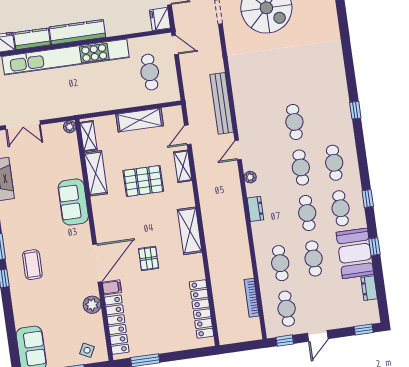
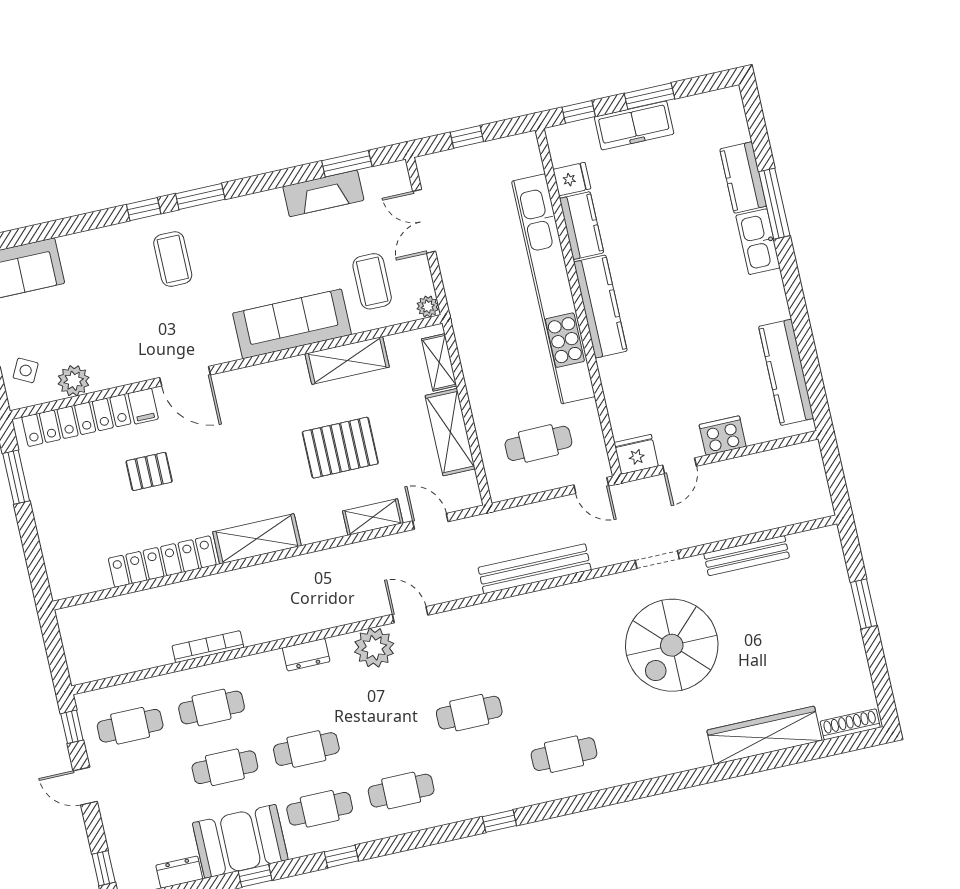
door: (175, 45) -> (591, 485), hinge flipped
bench: (222, 103) -> (535, 569), moved
shelving: (88, 136) -> (439, 362), moved, turned 90
coffee table: (53, 156) -> (372, 281), added
cafe table: (301, 167) -> (564, 754), moved
plant: (250, 177) -> (374, 648), width x1.87, depth x1.87
pallet: (143, 181) -> (340, 448), turned 90
sofa: (73, 202) -> (292, 324), width x1.36
pallet: (149, 258) -> (149, 471), moved
door: (97, 263) -> (185, 376), width x0.73
coffee table: (32, 265) -> (173, 259), turned 90
bookcase: (252, 298) -> (208, 647), moved
plant: (92, 305) -> (74, 381), moved
locker: (202, 309) -> (162, 562), moved

